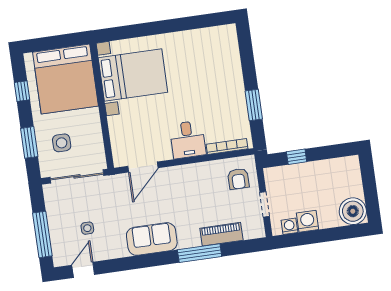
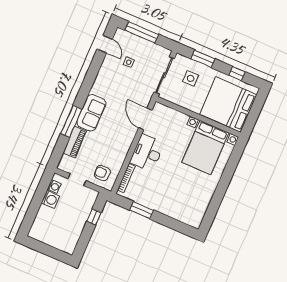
desk: (188, 140) -> (147, 153), width x1.37
boiler: (353, 211) -> (40, 231), removed
sofa: (152, 239) -> (91, 113), moved

